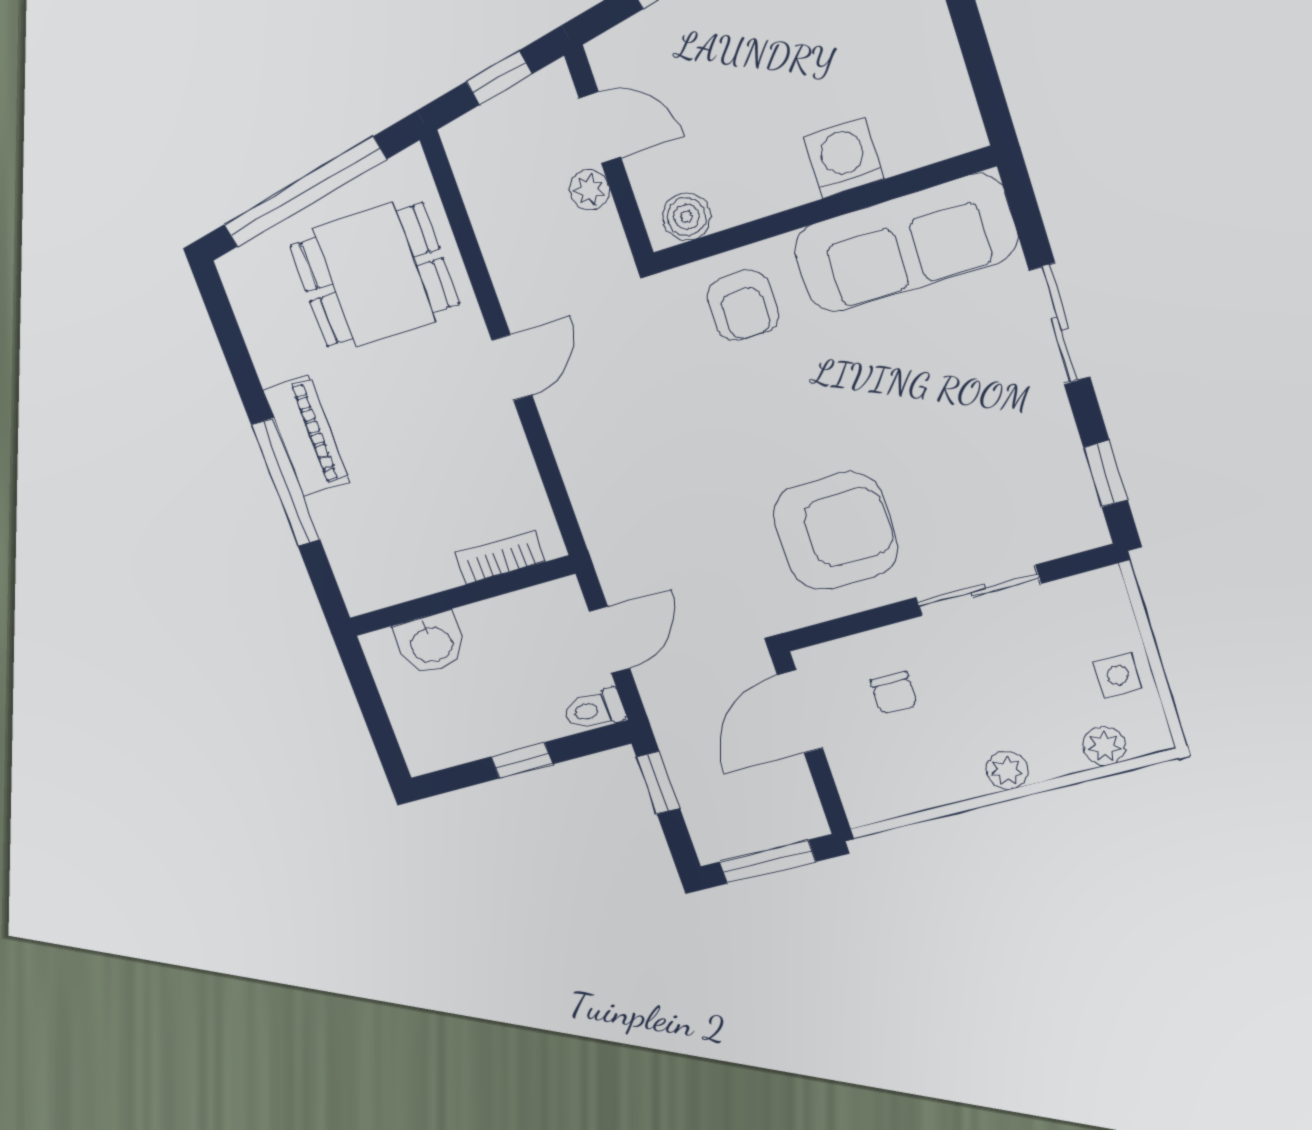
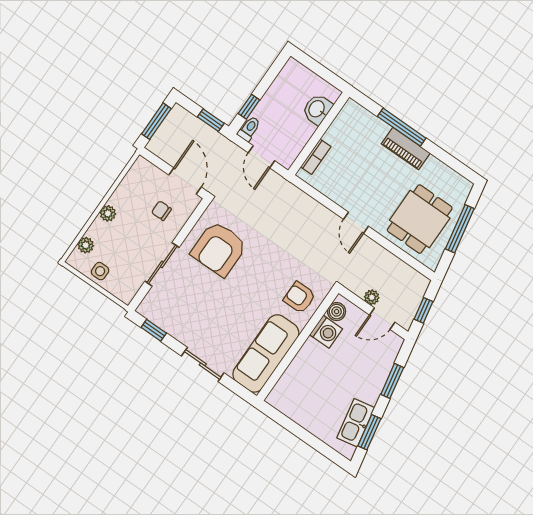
washing machine: (844, 158) -> (326, 332), moved
window: (305, 192) -> (460, 229), width x0.68
window: (522, 760) -> (249, 107), moved

